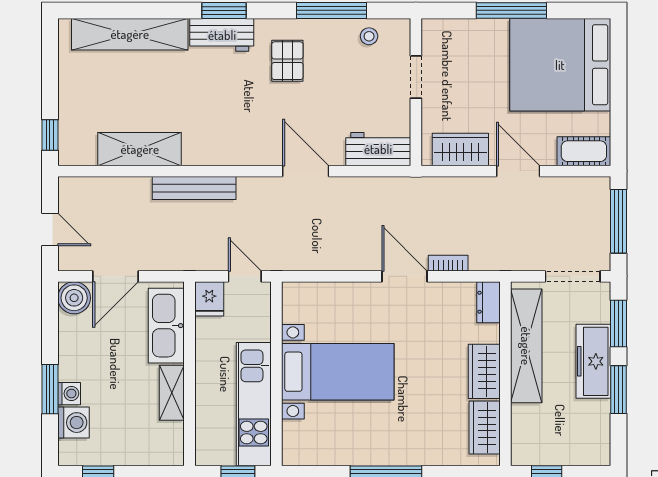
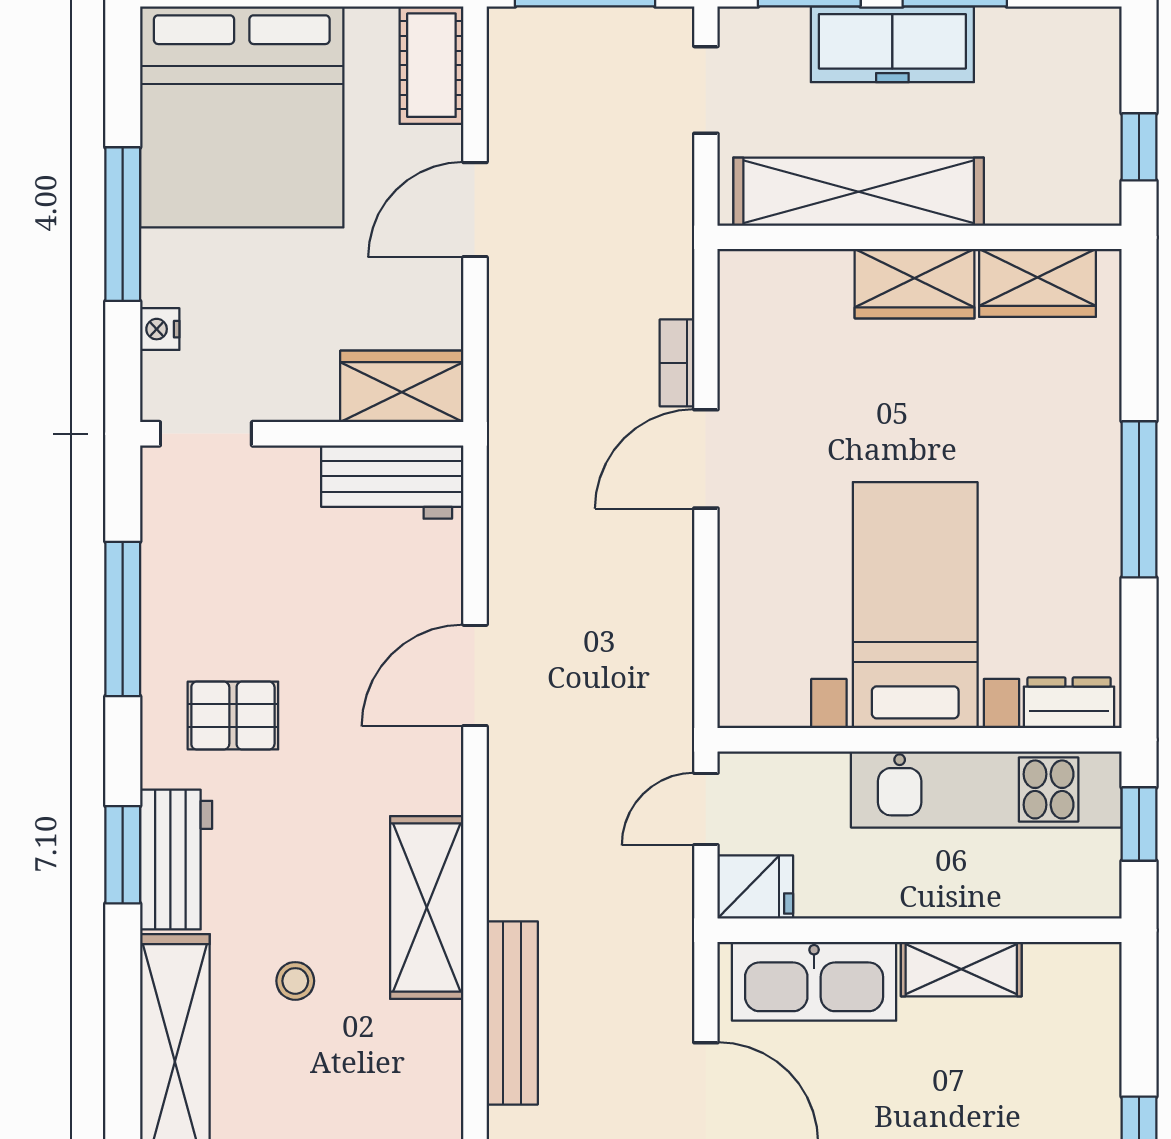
nightstand: (464, 27) -> (160, 329), added
stool: (369, 36) -> (295, 981), moved
doorway: (416, 77) -> (206, 434), moved
shelving: (140, 149) -> (427, 908), moved
workbench: (378, 149) -> (392, 482), moved, turned -90
wardrobe: (460, 149) -> (402, 386), moved, turned 90
bench: (194, 188) -> (512, 1013), moved
doorway: (573, 276) -> (706, 90), width x0.73
dresser: (489, 302) -> (1069, 703), moved, turned 180

